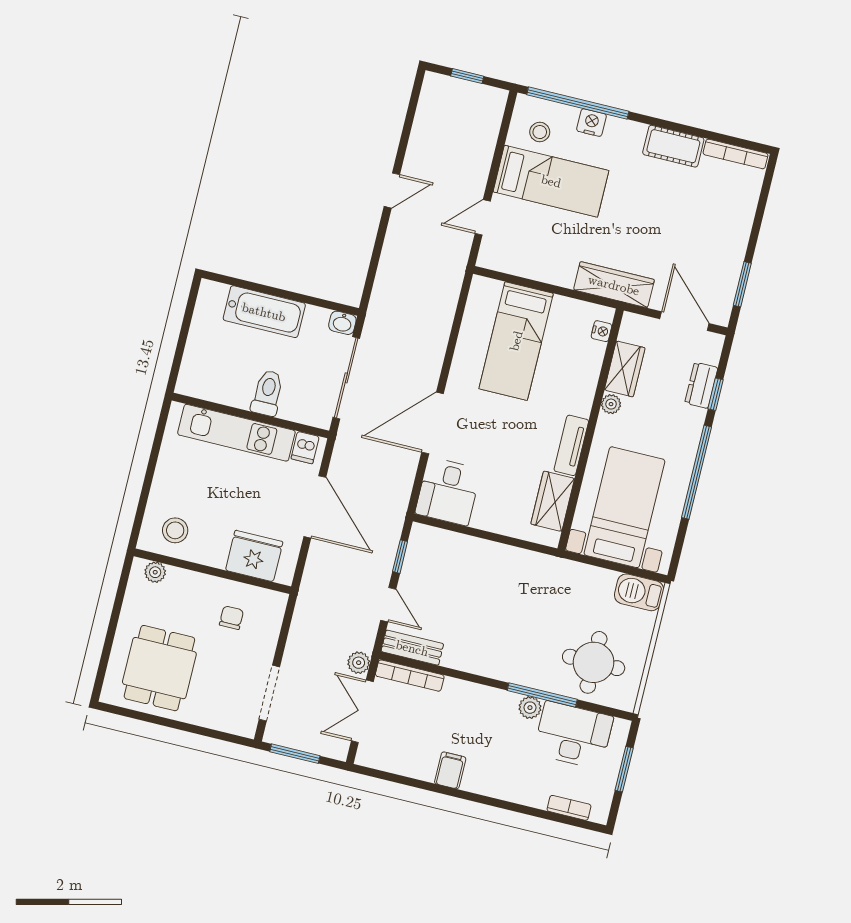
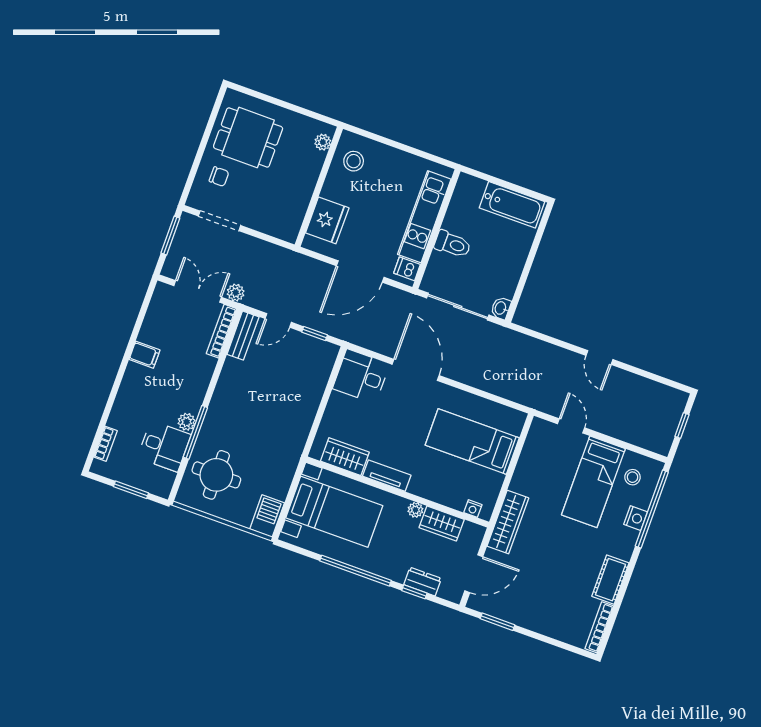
bathtub: (264, 312) -> (512, 205), moved, turned -90
chair: (231, 618) -> (219, 177), moved
desk: (573, 735) -> (164, 446), width x0.73

